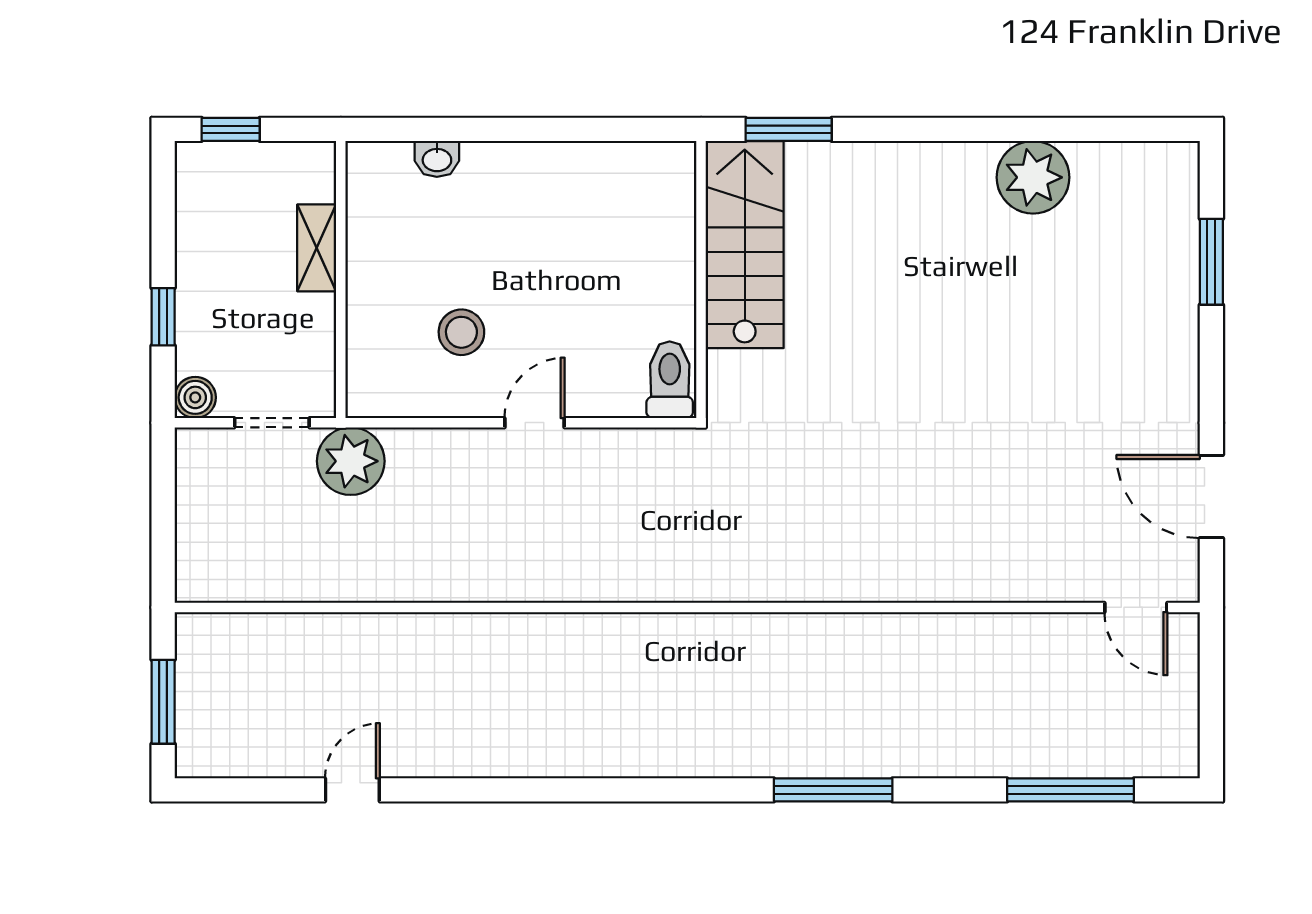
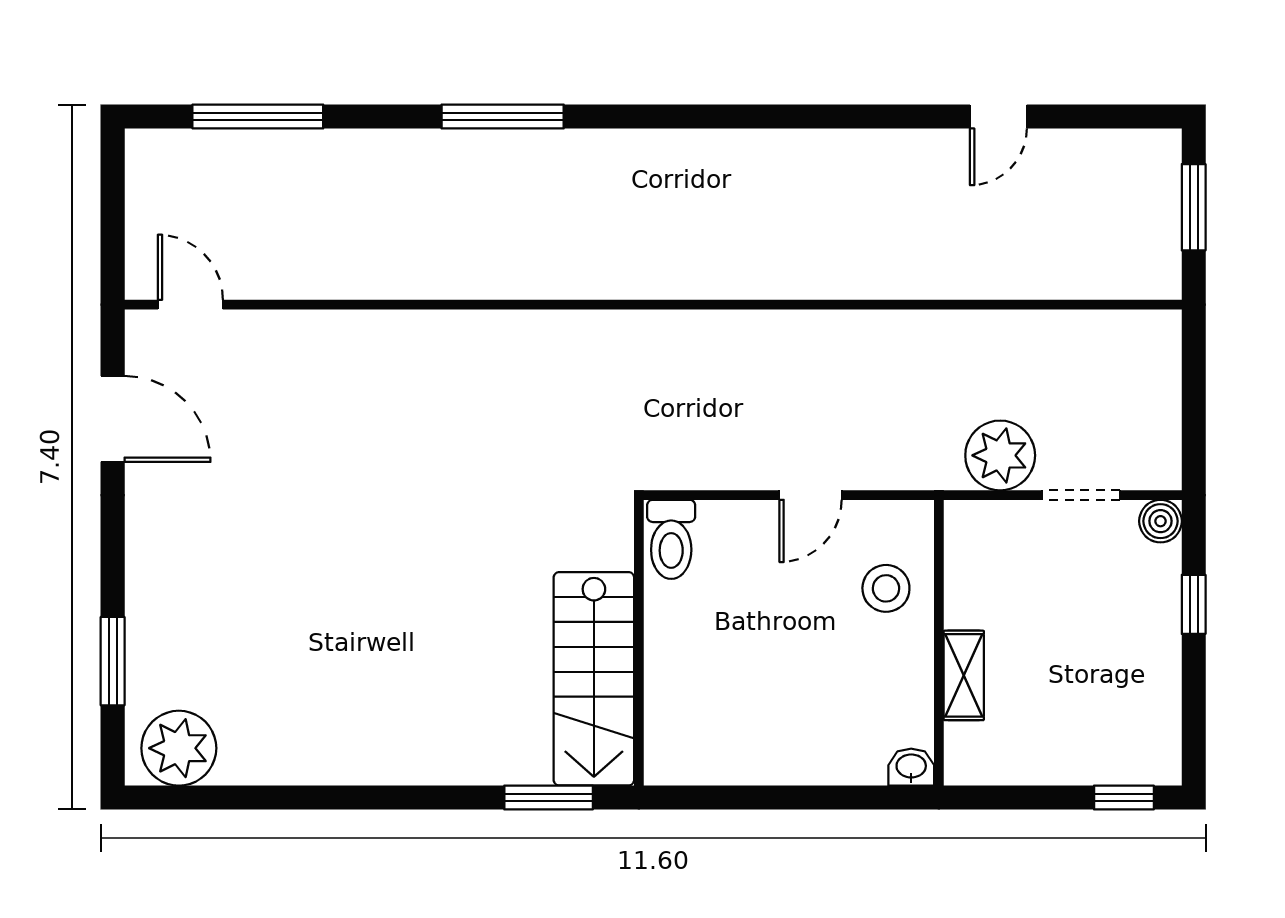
plant: (1033, 177) -> (179, 748), moved
shelving: (317, 248) -> (964, 675), moved
wall: (341, 280) -> (939, 643), moved

